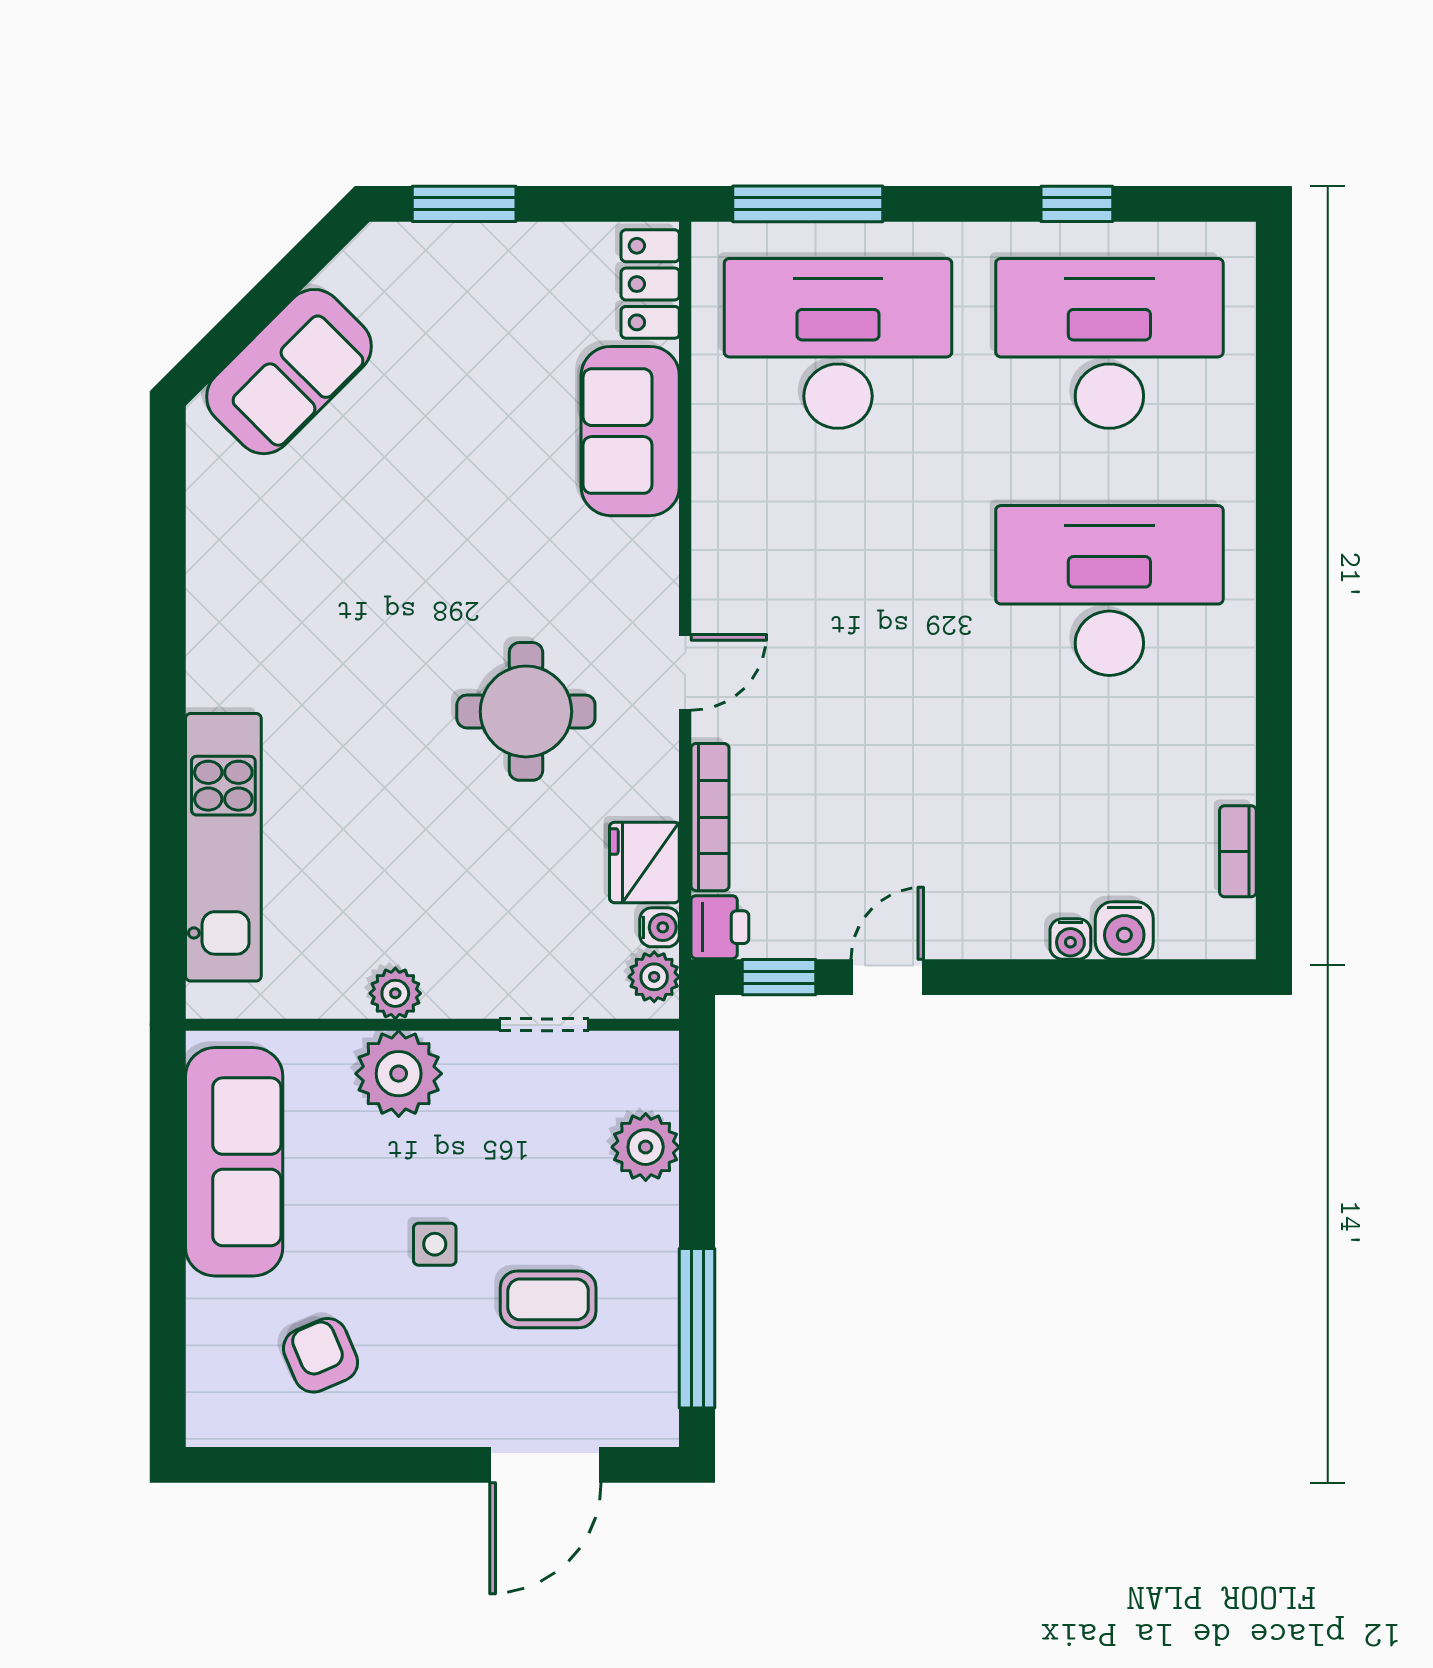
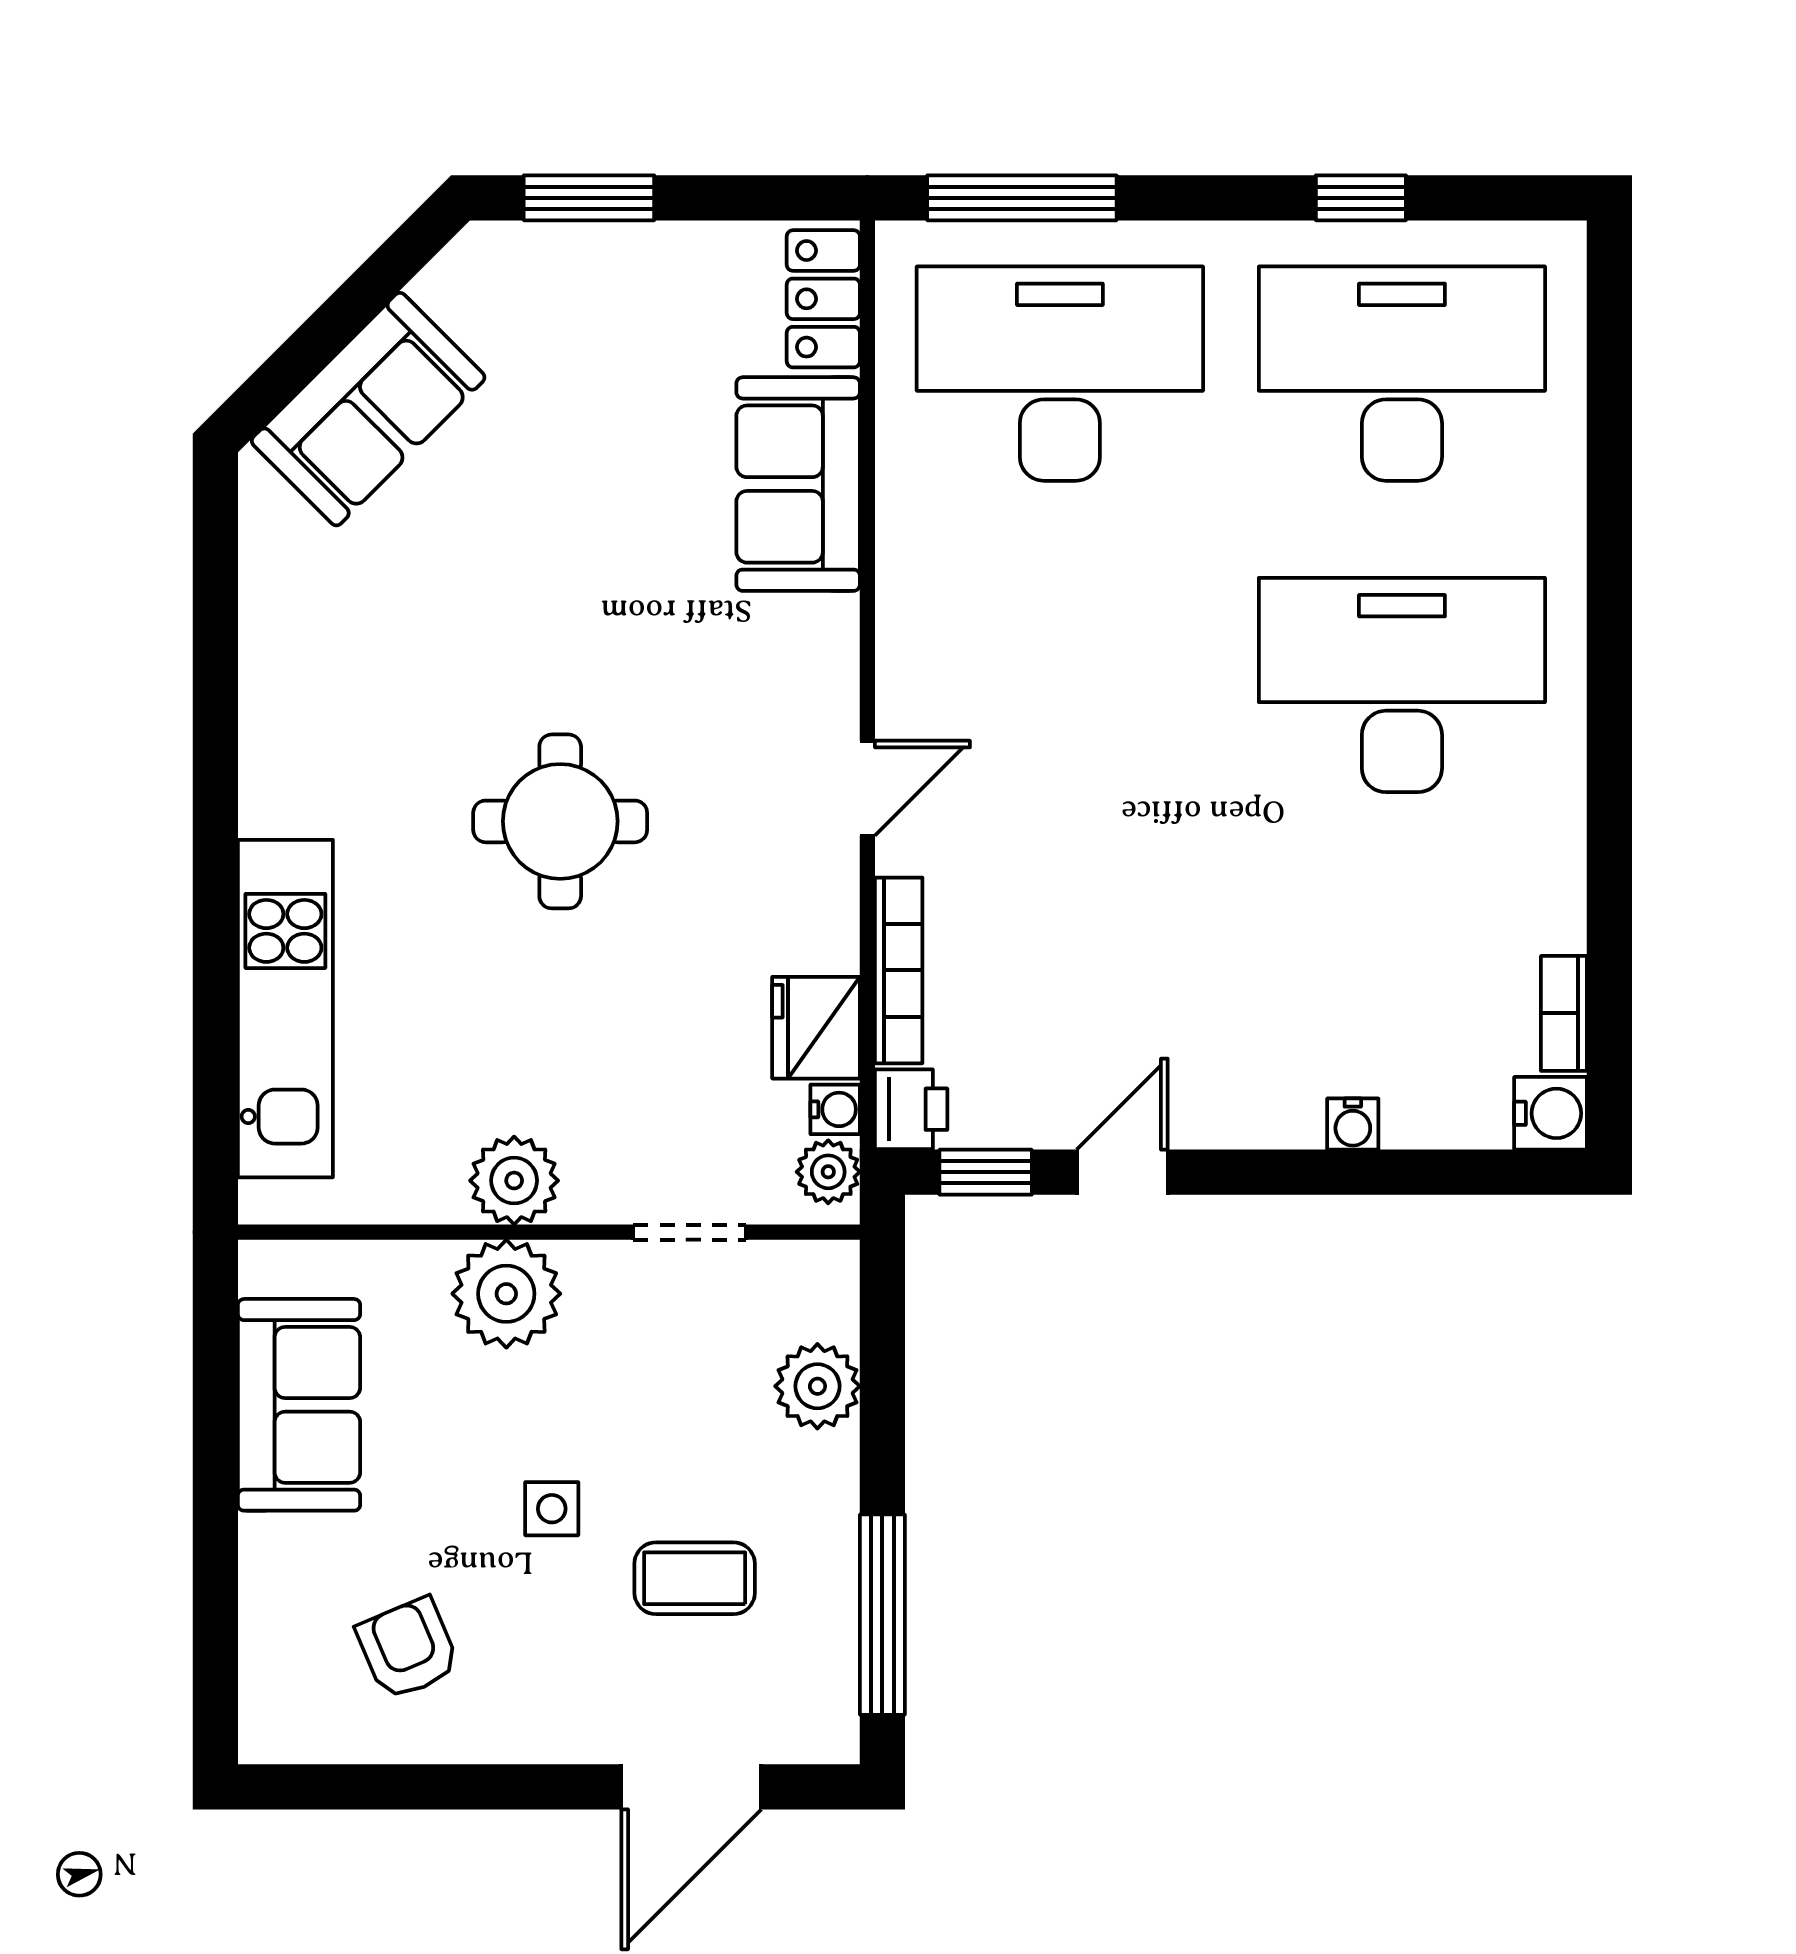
round table: (526, 711) -> (560, 821), moved
water cooler: (1124, 930) -> (1551, 1113), moved, turned -90
plant: (395, 993) -> (514, 1181), width x1.38, depth x1.38
sofa: (234, 1162) -> (299, 1405), width x0.73

